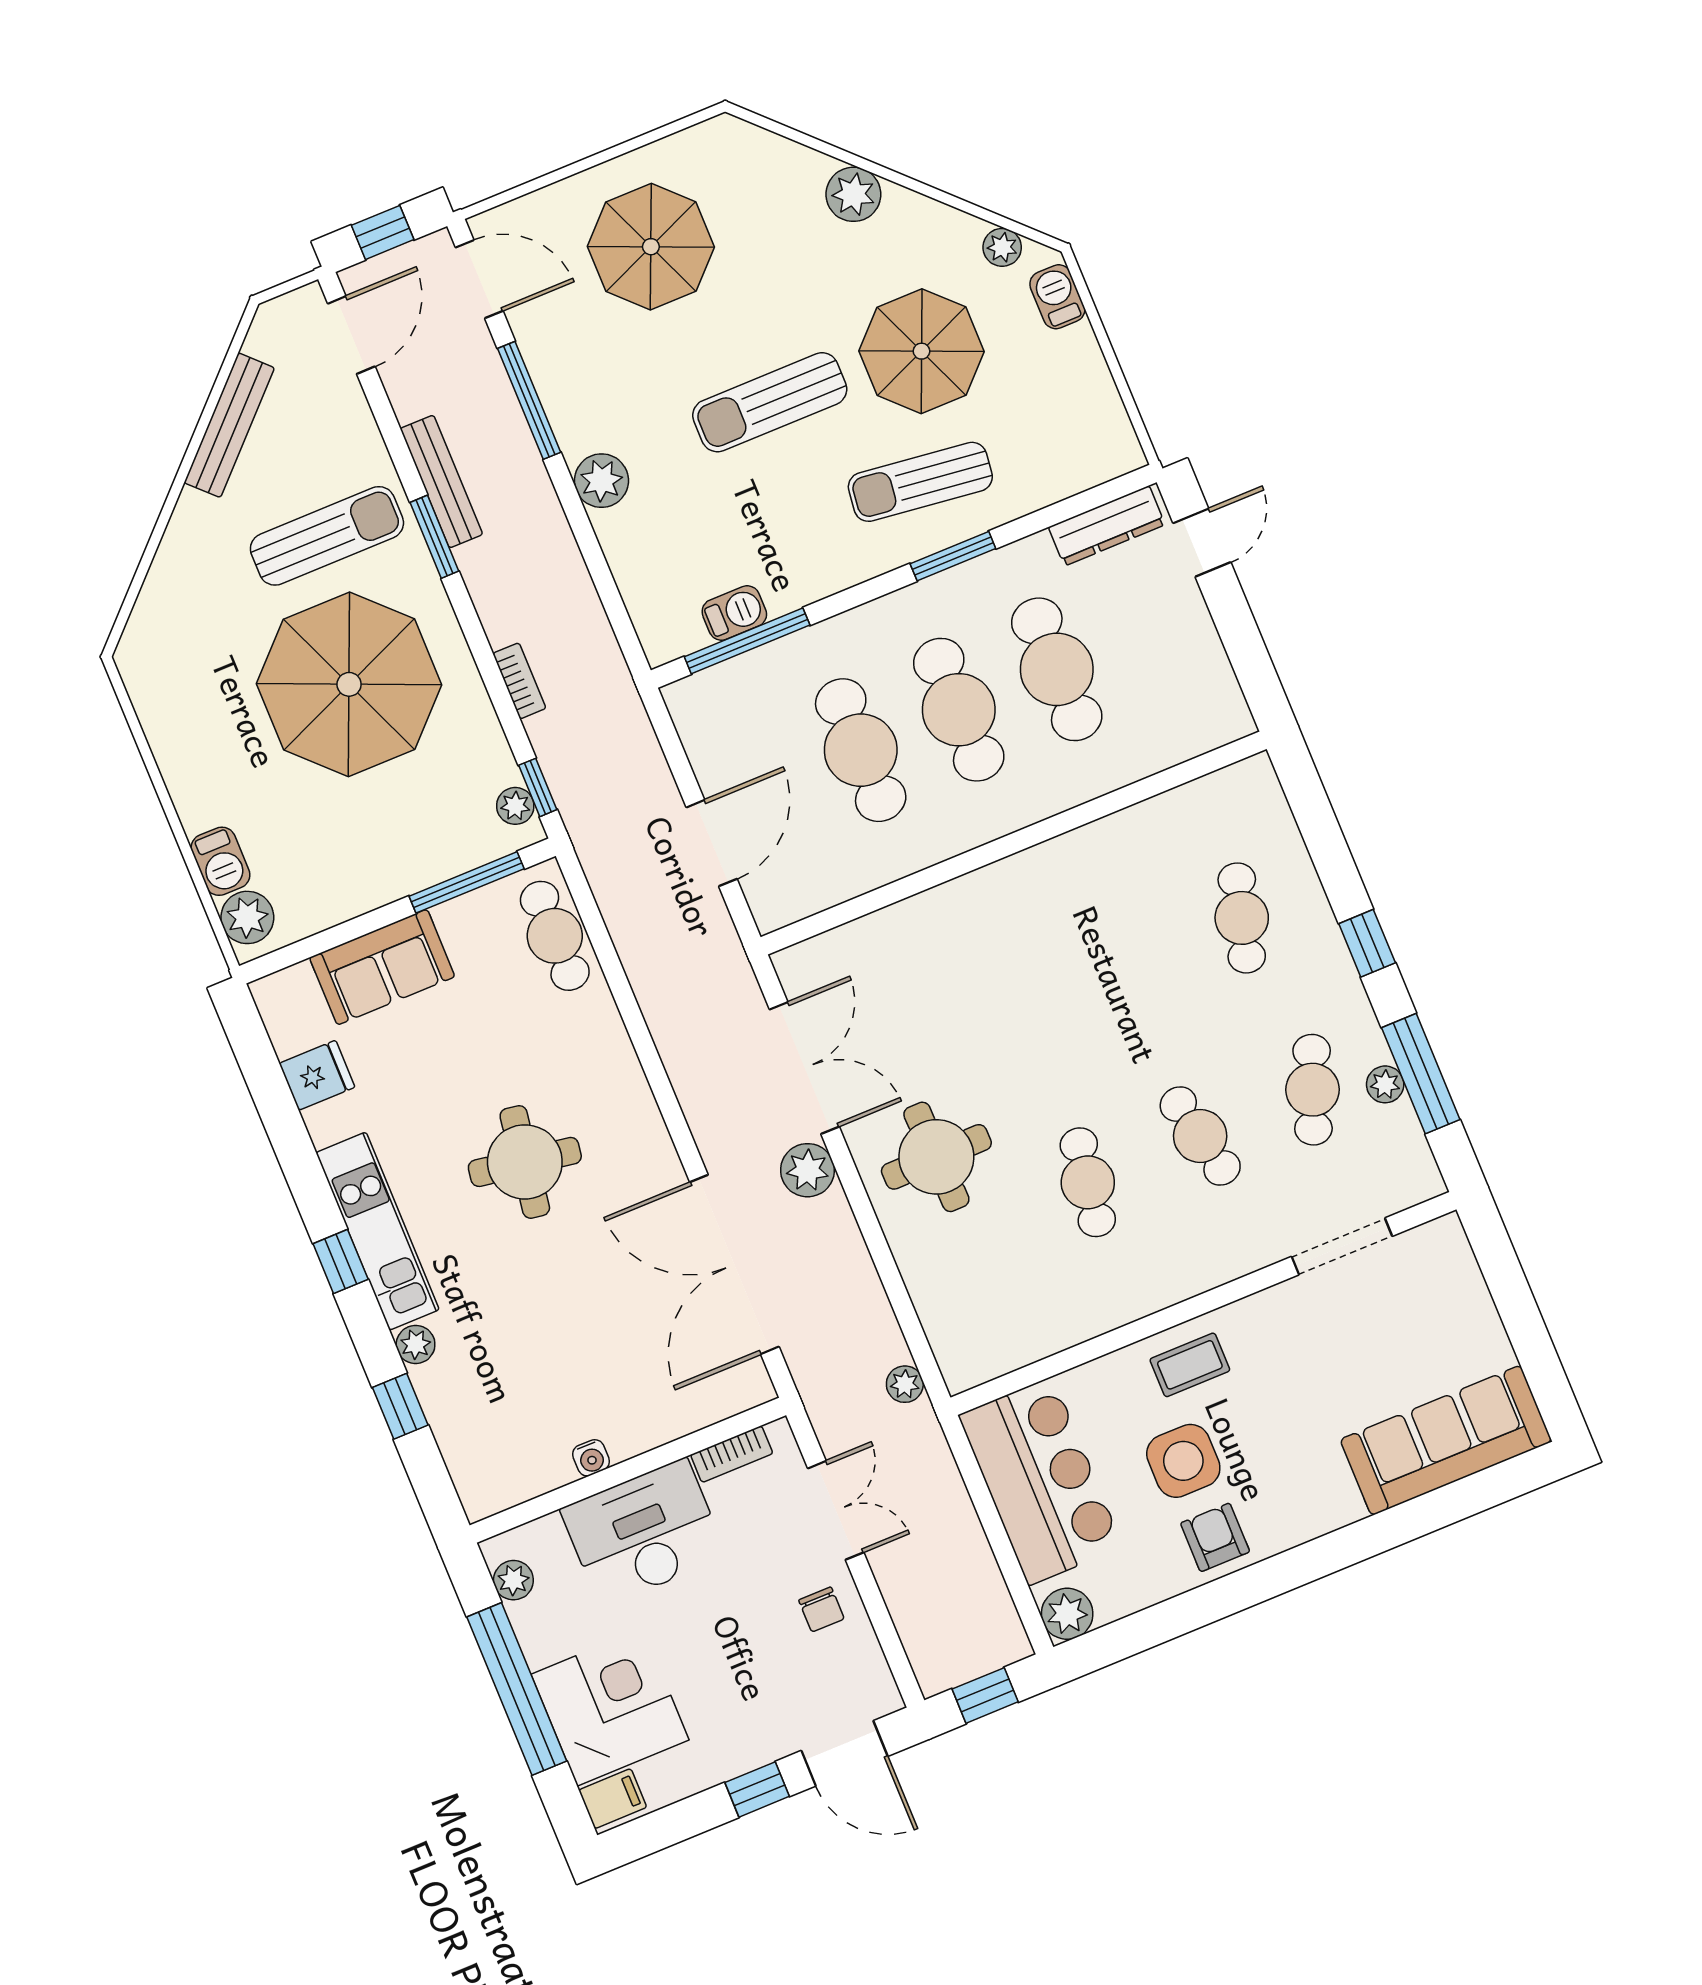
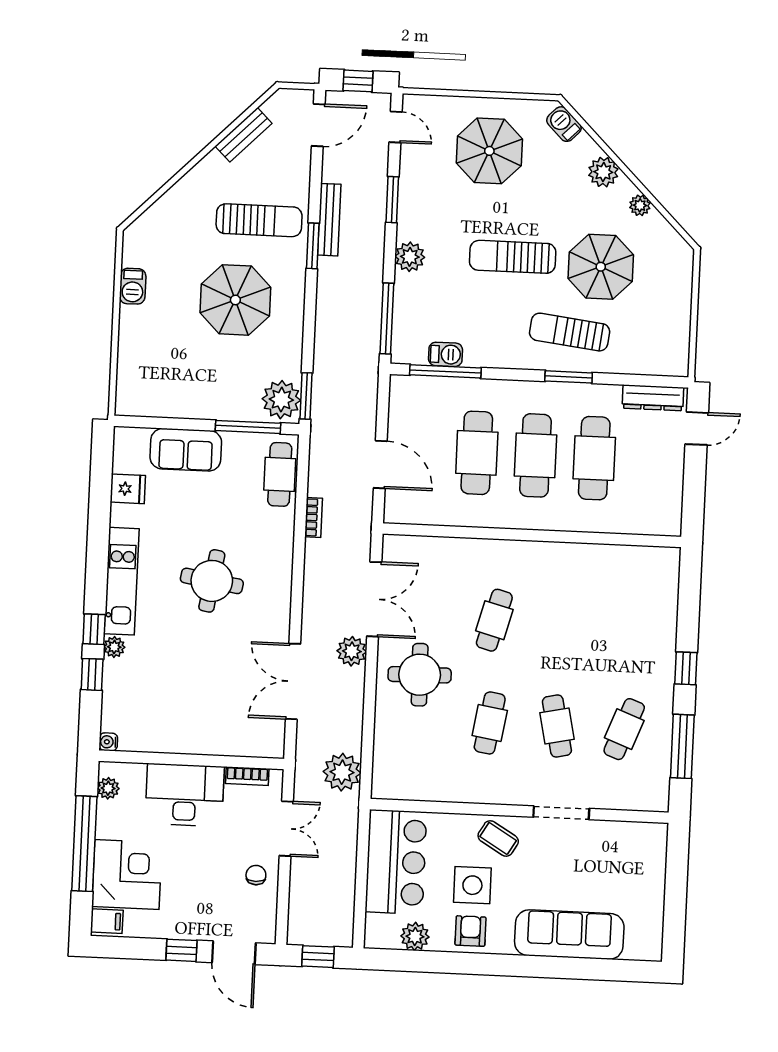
plant: (1002, 247) -> (640, 205), moved
door: (479, 279) -> (396, 127), width x0.73
barbecue: (1057, 297) -> (564, 124), moved, turned -45
window: (529, 400) -> (392, 200), width x0.69
bench: (229, 425) -> (244, 135), width x0.73
window: (611, 599) -> (387, 319), added
bookcase: (519, 681) -> (314, 518), moved
parasol: (349, 684) -> (235, 300), width x0.73, depth x0.73
window: (538, 787) -> (306, 396), width x1.50
plant: (515, 806) -> (281, 400), width x1.87, depth x1.87
door: (712, 843) -> (380, 465), hinge flipped
barbecue: (220, 861) -> (133, 286), moved
plant: (247, 917) -> (130, 393), removed
cafe table: (1242, 918) -> (494, 620), moved
plant: (1385, 1084) -> (662, 743), removed
doorway: (1342, 1246) -> (561, 813), moved
window: (341, 1261) -> (94, 629), moved
double door: (734, 1264) -> (293, 681), width x0.73
coffee table: (1190, 1365) -> (498, 838), turned 31
plant: (905, 1384) -> (342, 772), width x1.87, depth x1.87
sofa: (1446, 1440) -> (569, 935), moved
water cooler: (591, 1458) -> (108, 742), moved, turned 90
chair: (821, 1609) -> (256, 875), turned 180
plant: (1067, 1614) -> (415, 936), moved

